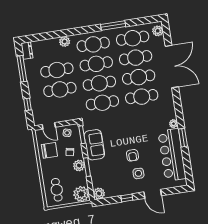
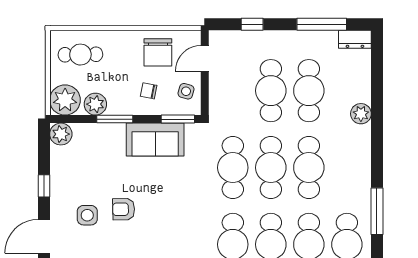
cafe table: (93, 44) -> (347, 168), removed
plant: (79, 166) -> (95, 104), moved

